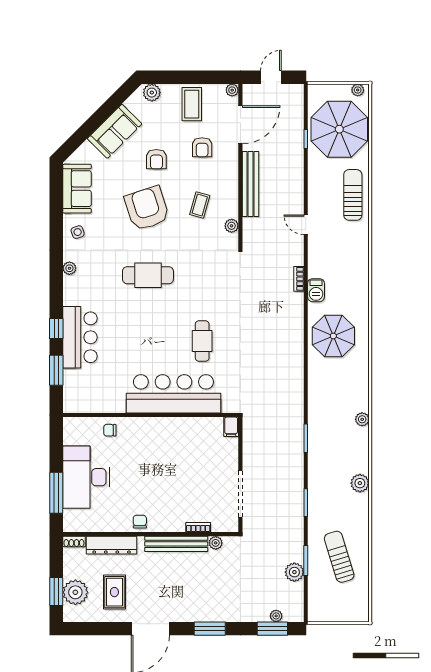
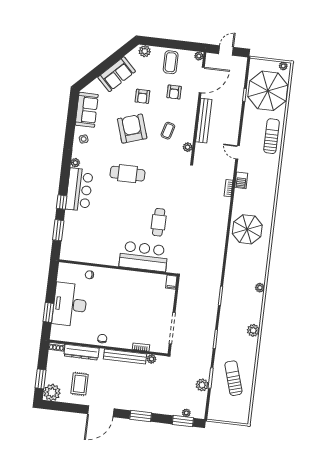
barbecue: (316, 290) -> (241, 180), moved
bar counter: (80, 337) -> (79, 190), moved
bar counter: (173, 394) -> (144, 256), width x0.73
window: (56, 493) -> (48, 312), width x0.69
plant: (75, 592) -> (52, 392), moved

